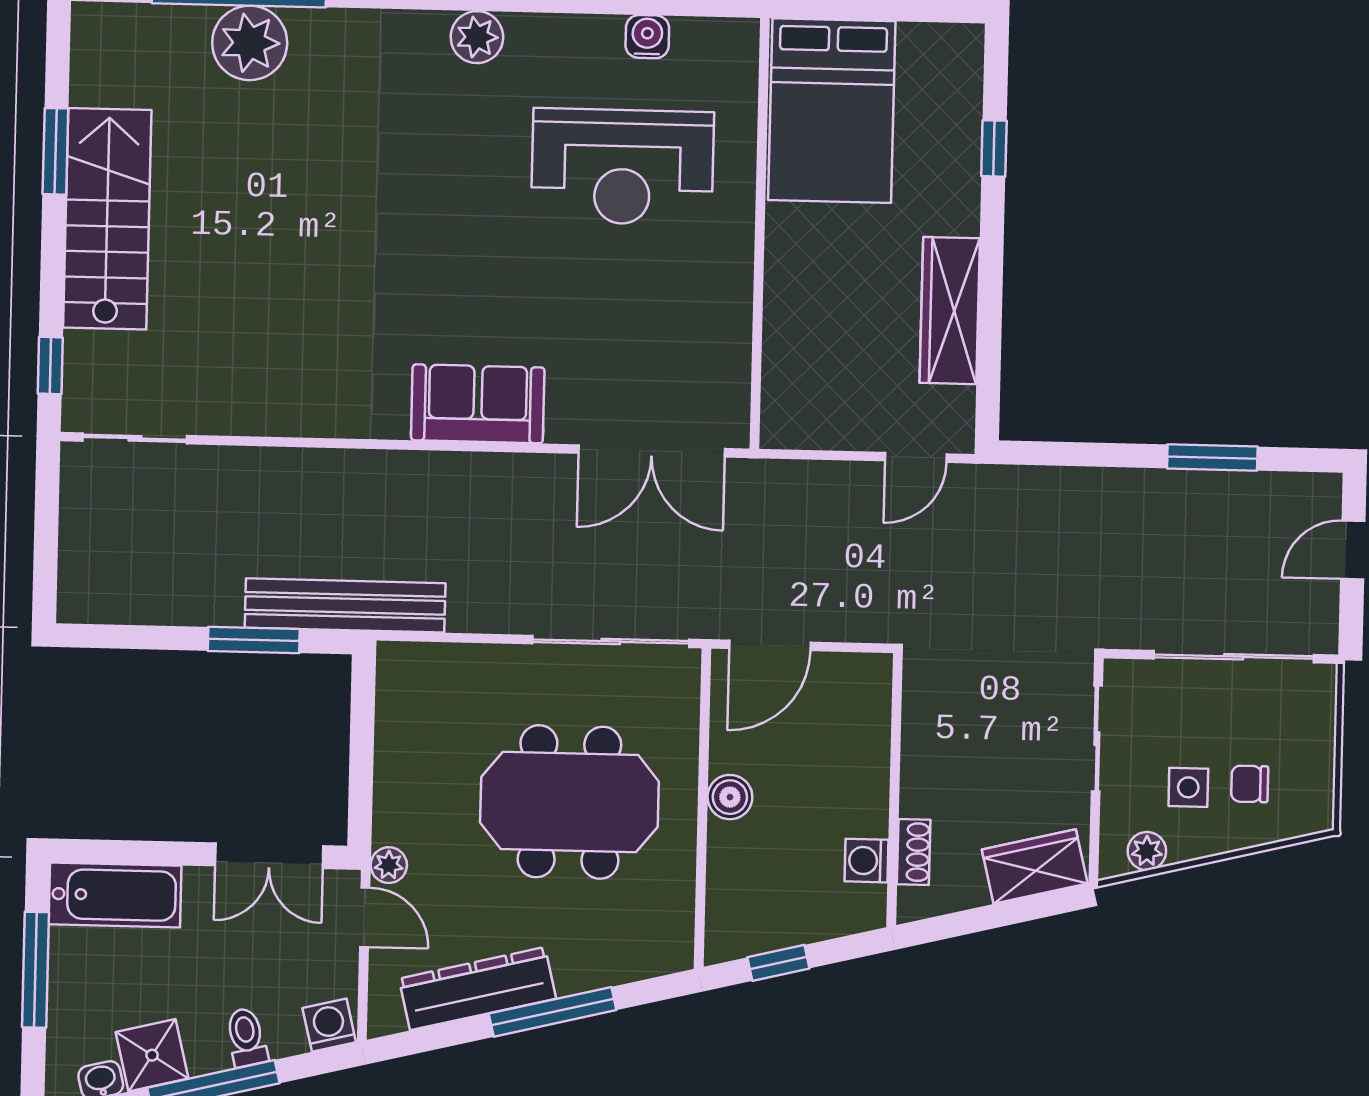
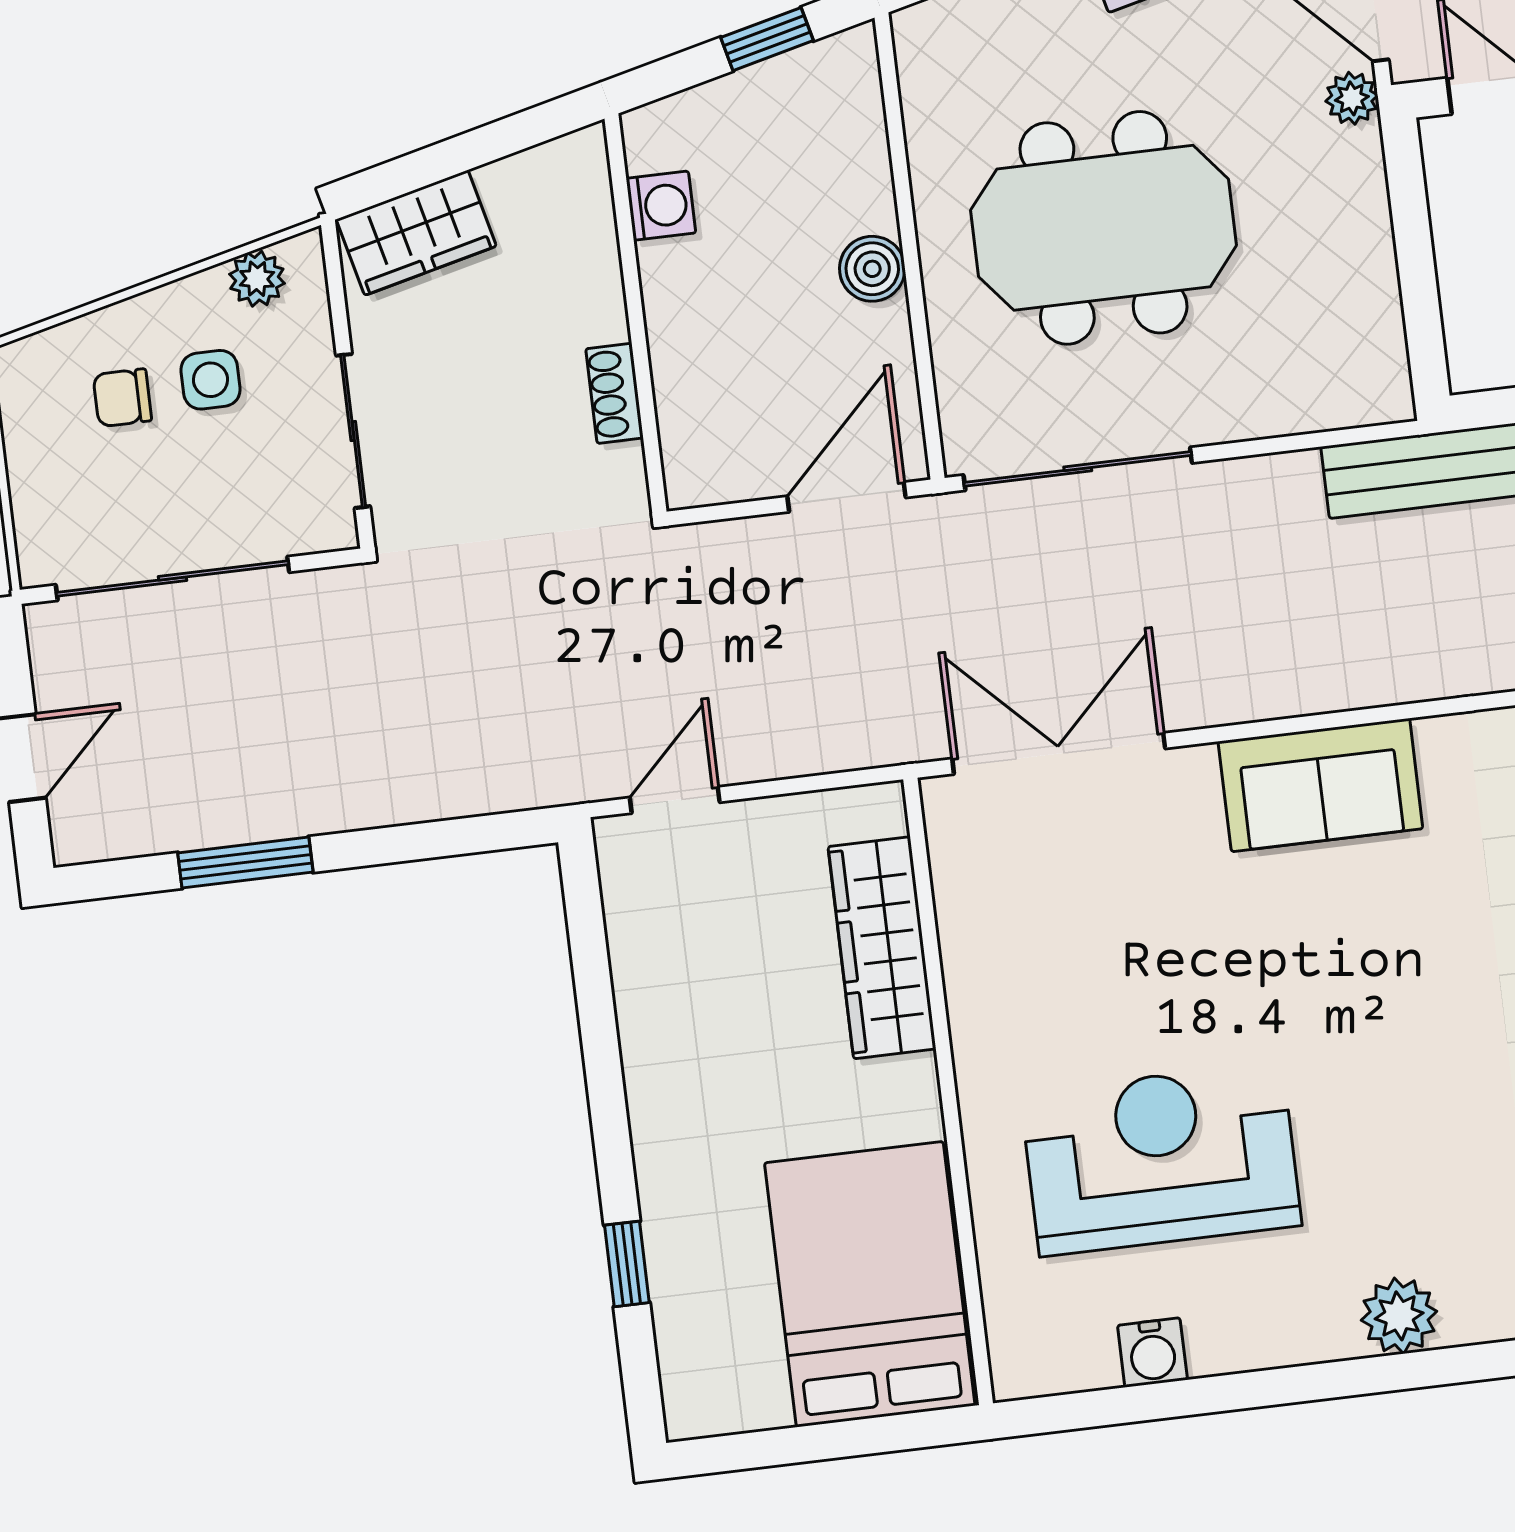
wardrobe: (950, 311) -> (882, 948), moved, turned 180
chair: (1250, 784) -> (122, 398), turned 180
shoe rack: (914, 852) -> (615, 393), moved

